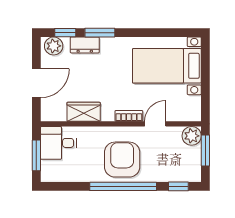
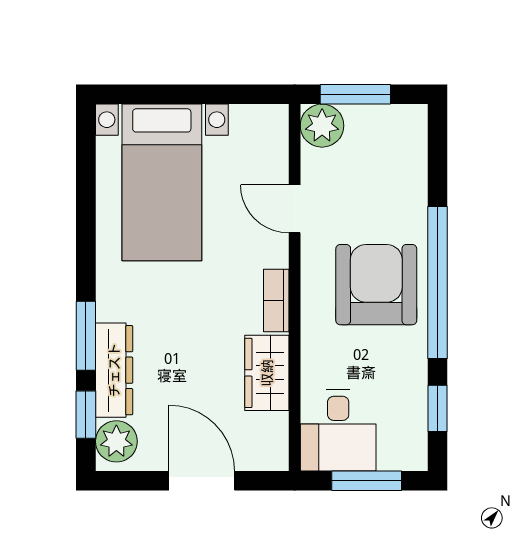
dresser: (85, 45) -> (114, 370), width x1.44
bookcase: (129, 116) -> (276, 300), moved
armchair: (122, 160) -> (376, 285), turned 90
window: (178, 186) -> (438, 408), moved

